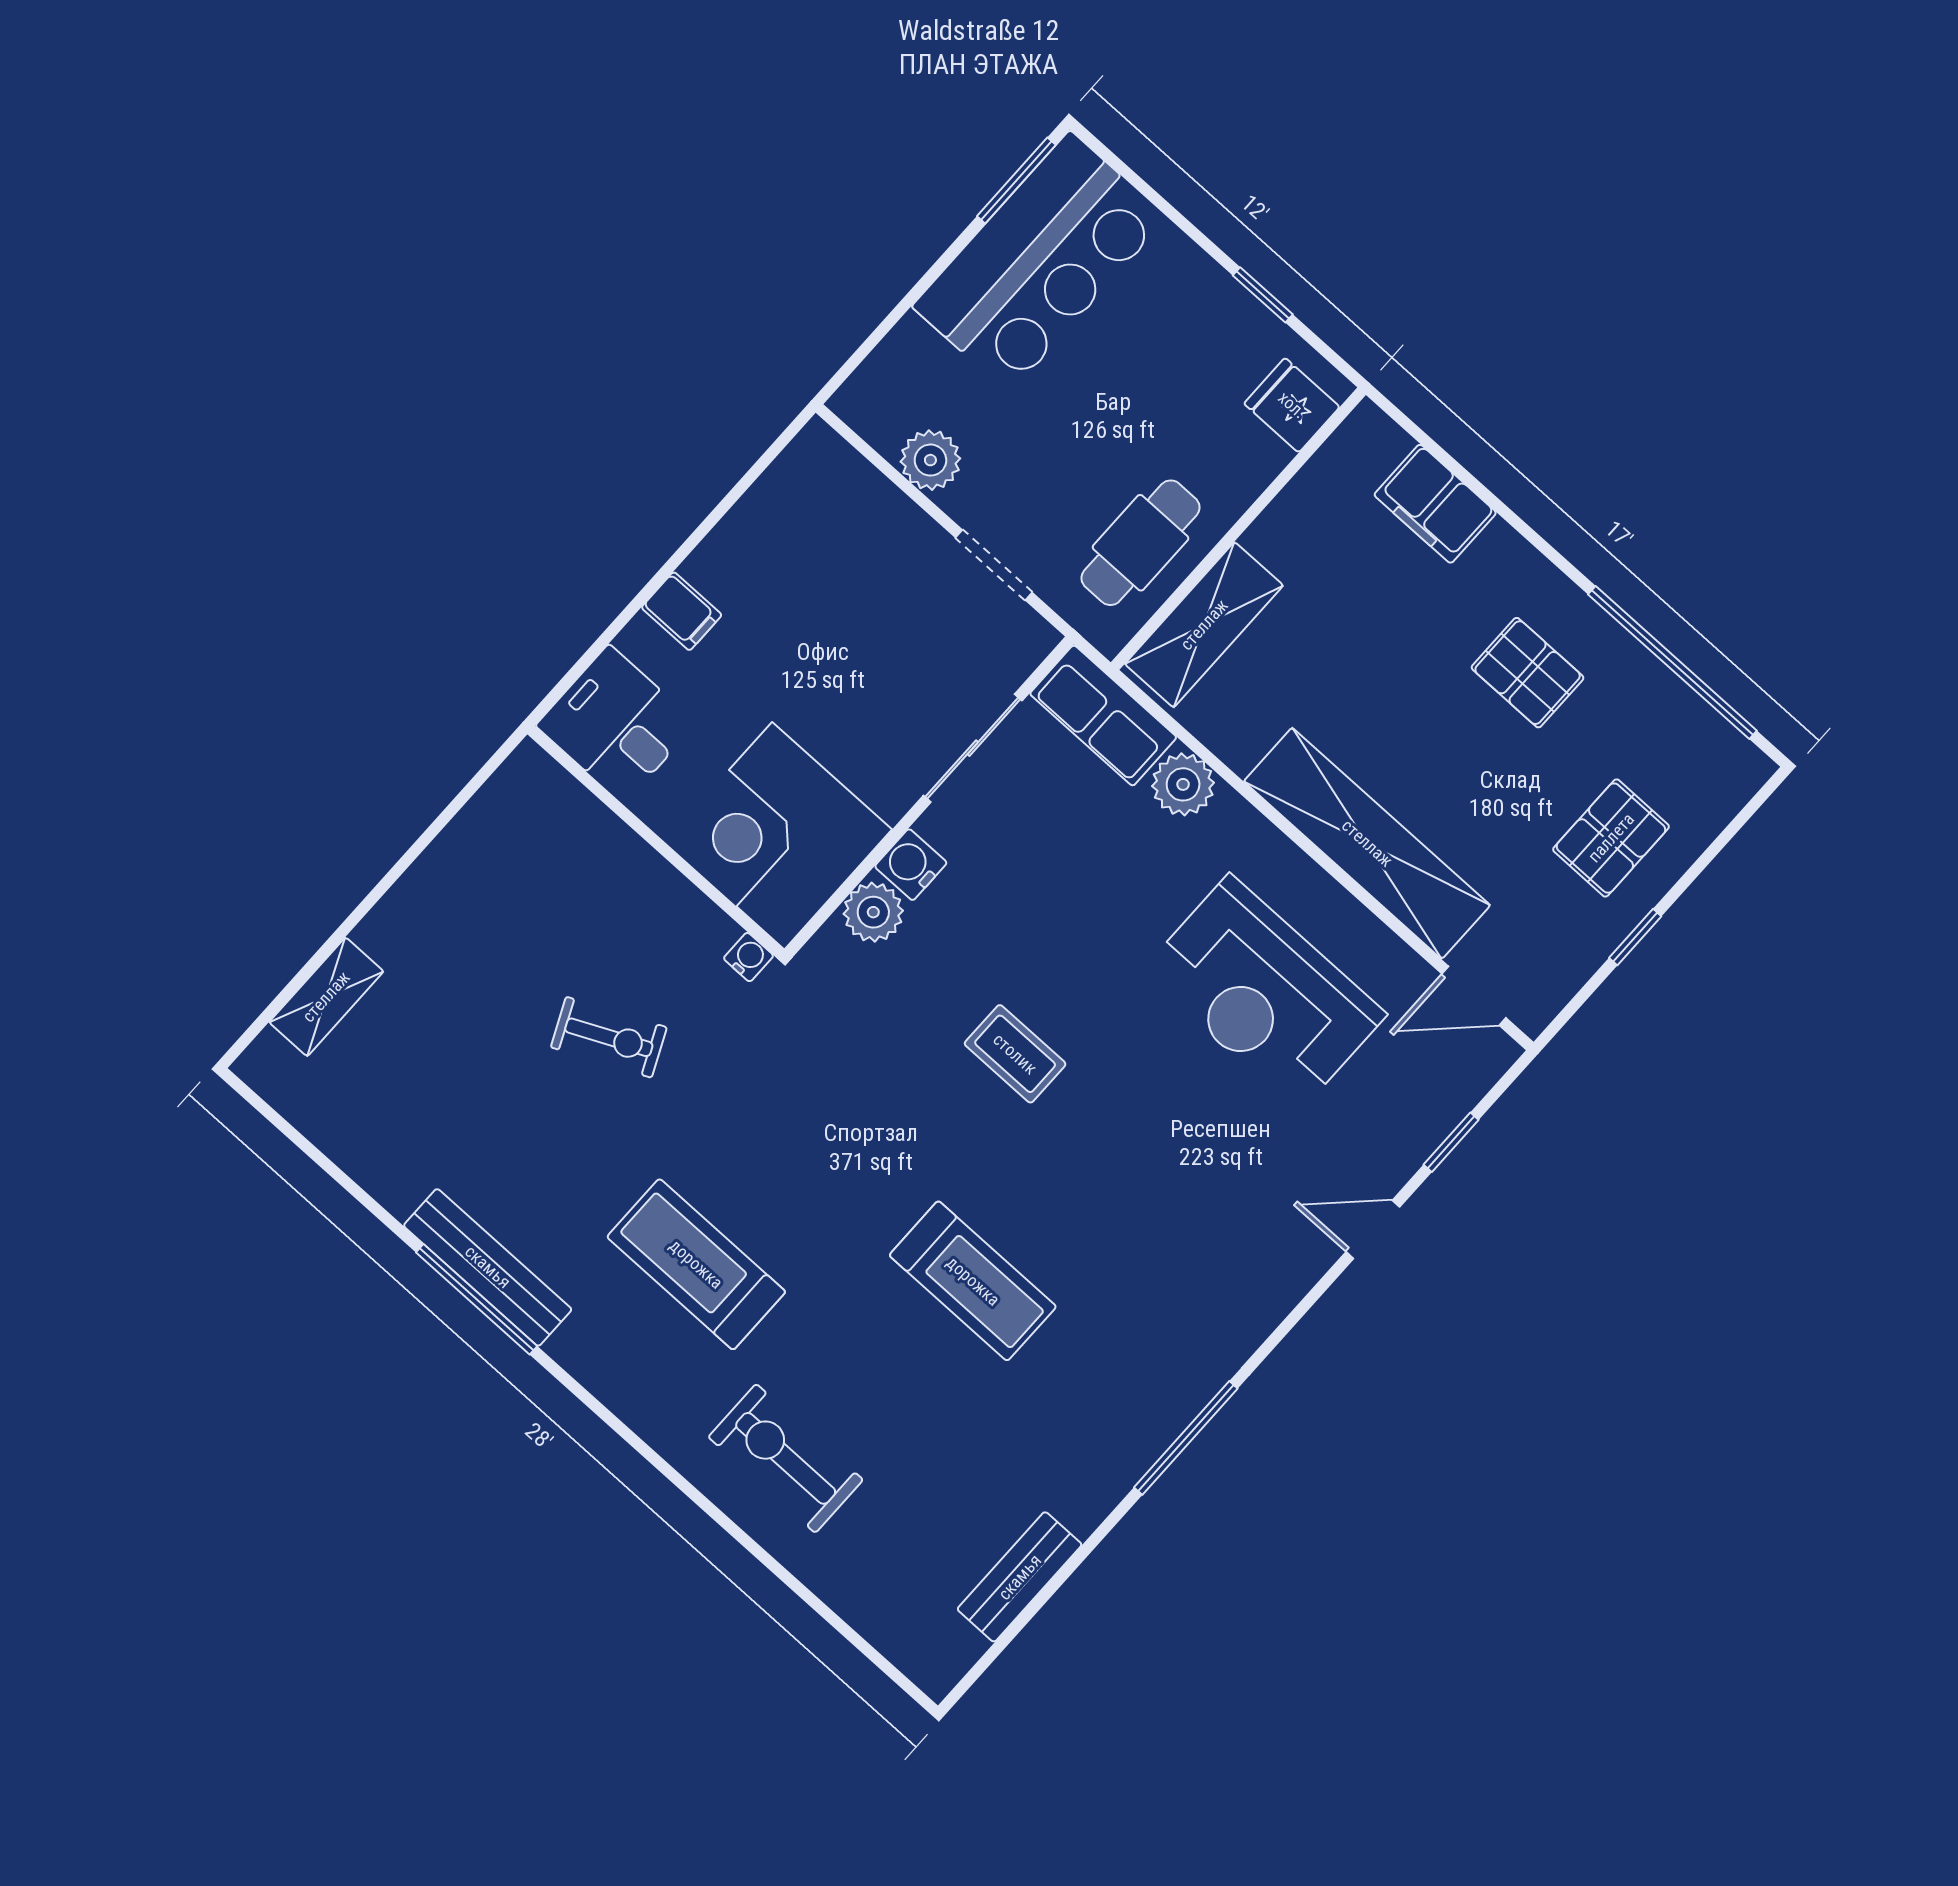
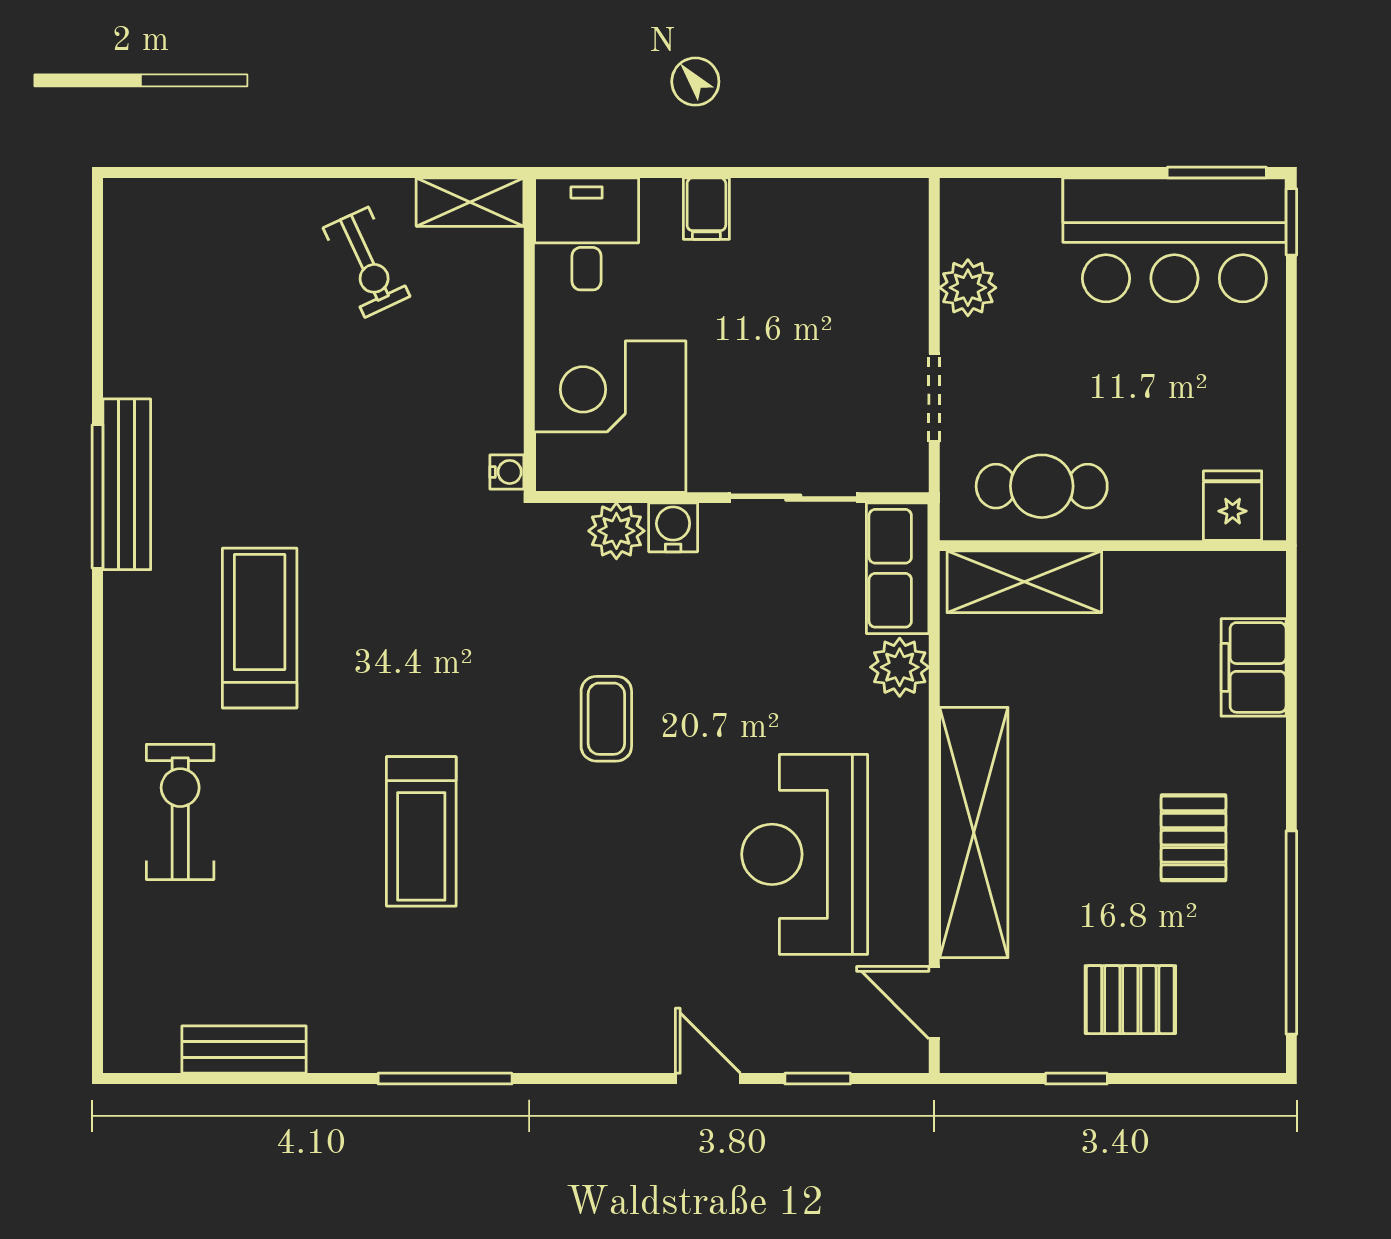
window: (1263, 295) -> (1291, 222), moved
shelving: (326, 997) -> (470, 202), moved
exercise bike: (609, 1037) -> (367, 262), moved

